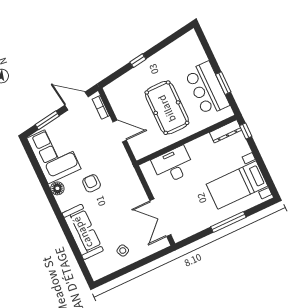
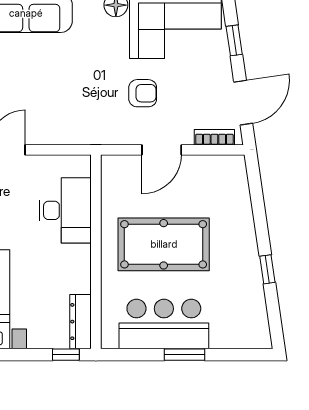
window: (138, 61) -> (267, 269), moved
window: (223, 83) -> (185, 355), moved
window: (47, 120) -> (234, 40), width x0.67
armchair: (92, 183) -> (143, 93), moved

